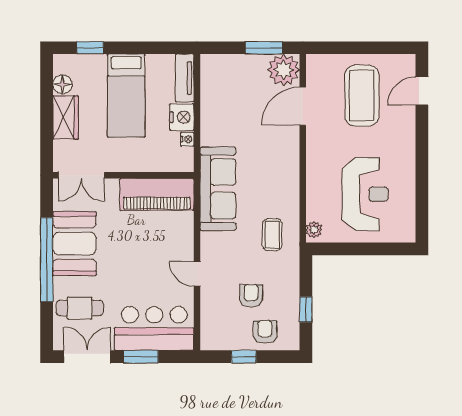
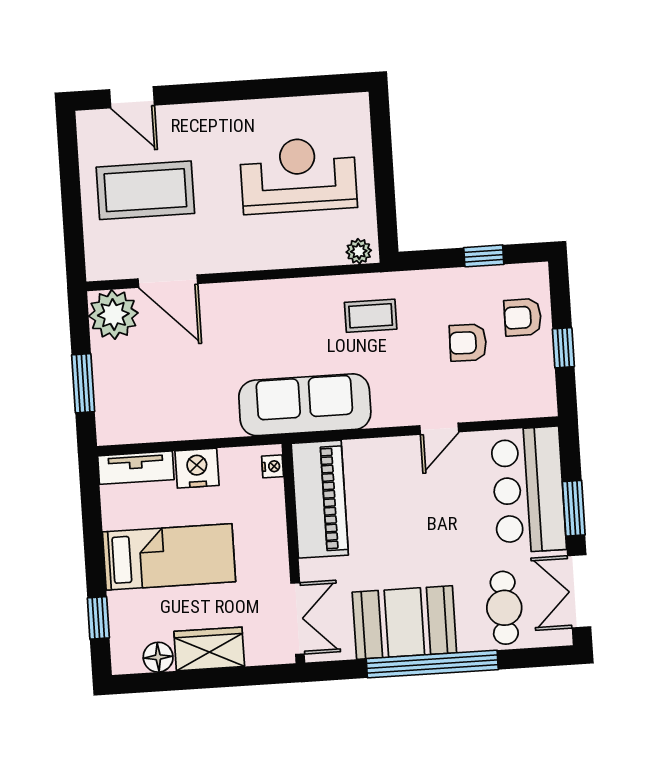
window: (264, 48) -> (83, 383), moved
nightstand: (187, 139) -> (273, 466), moved, turned 90

